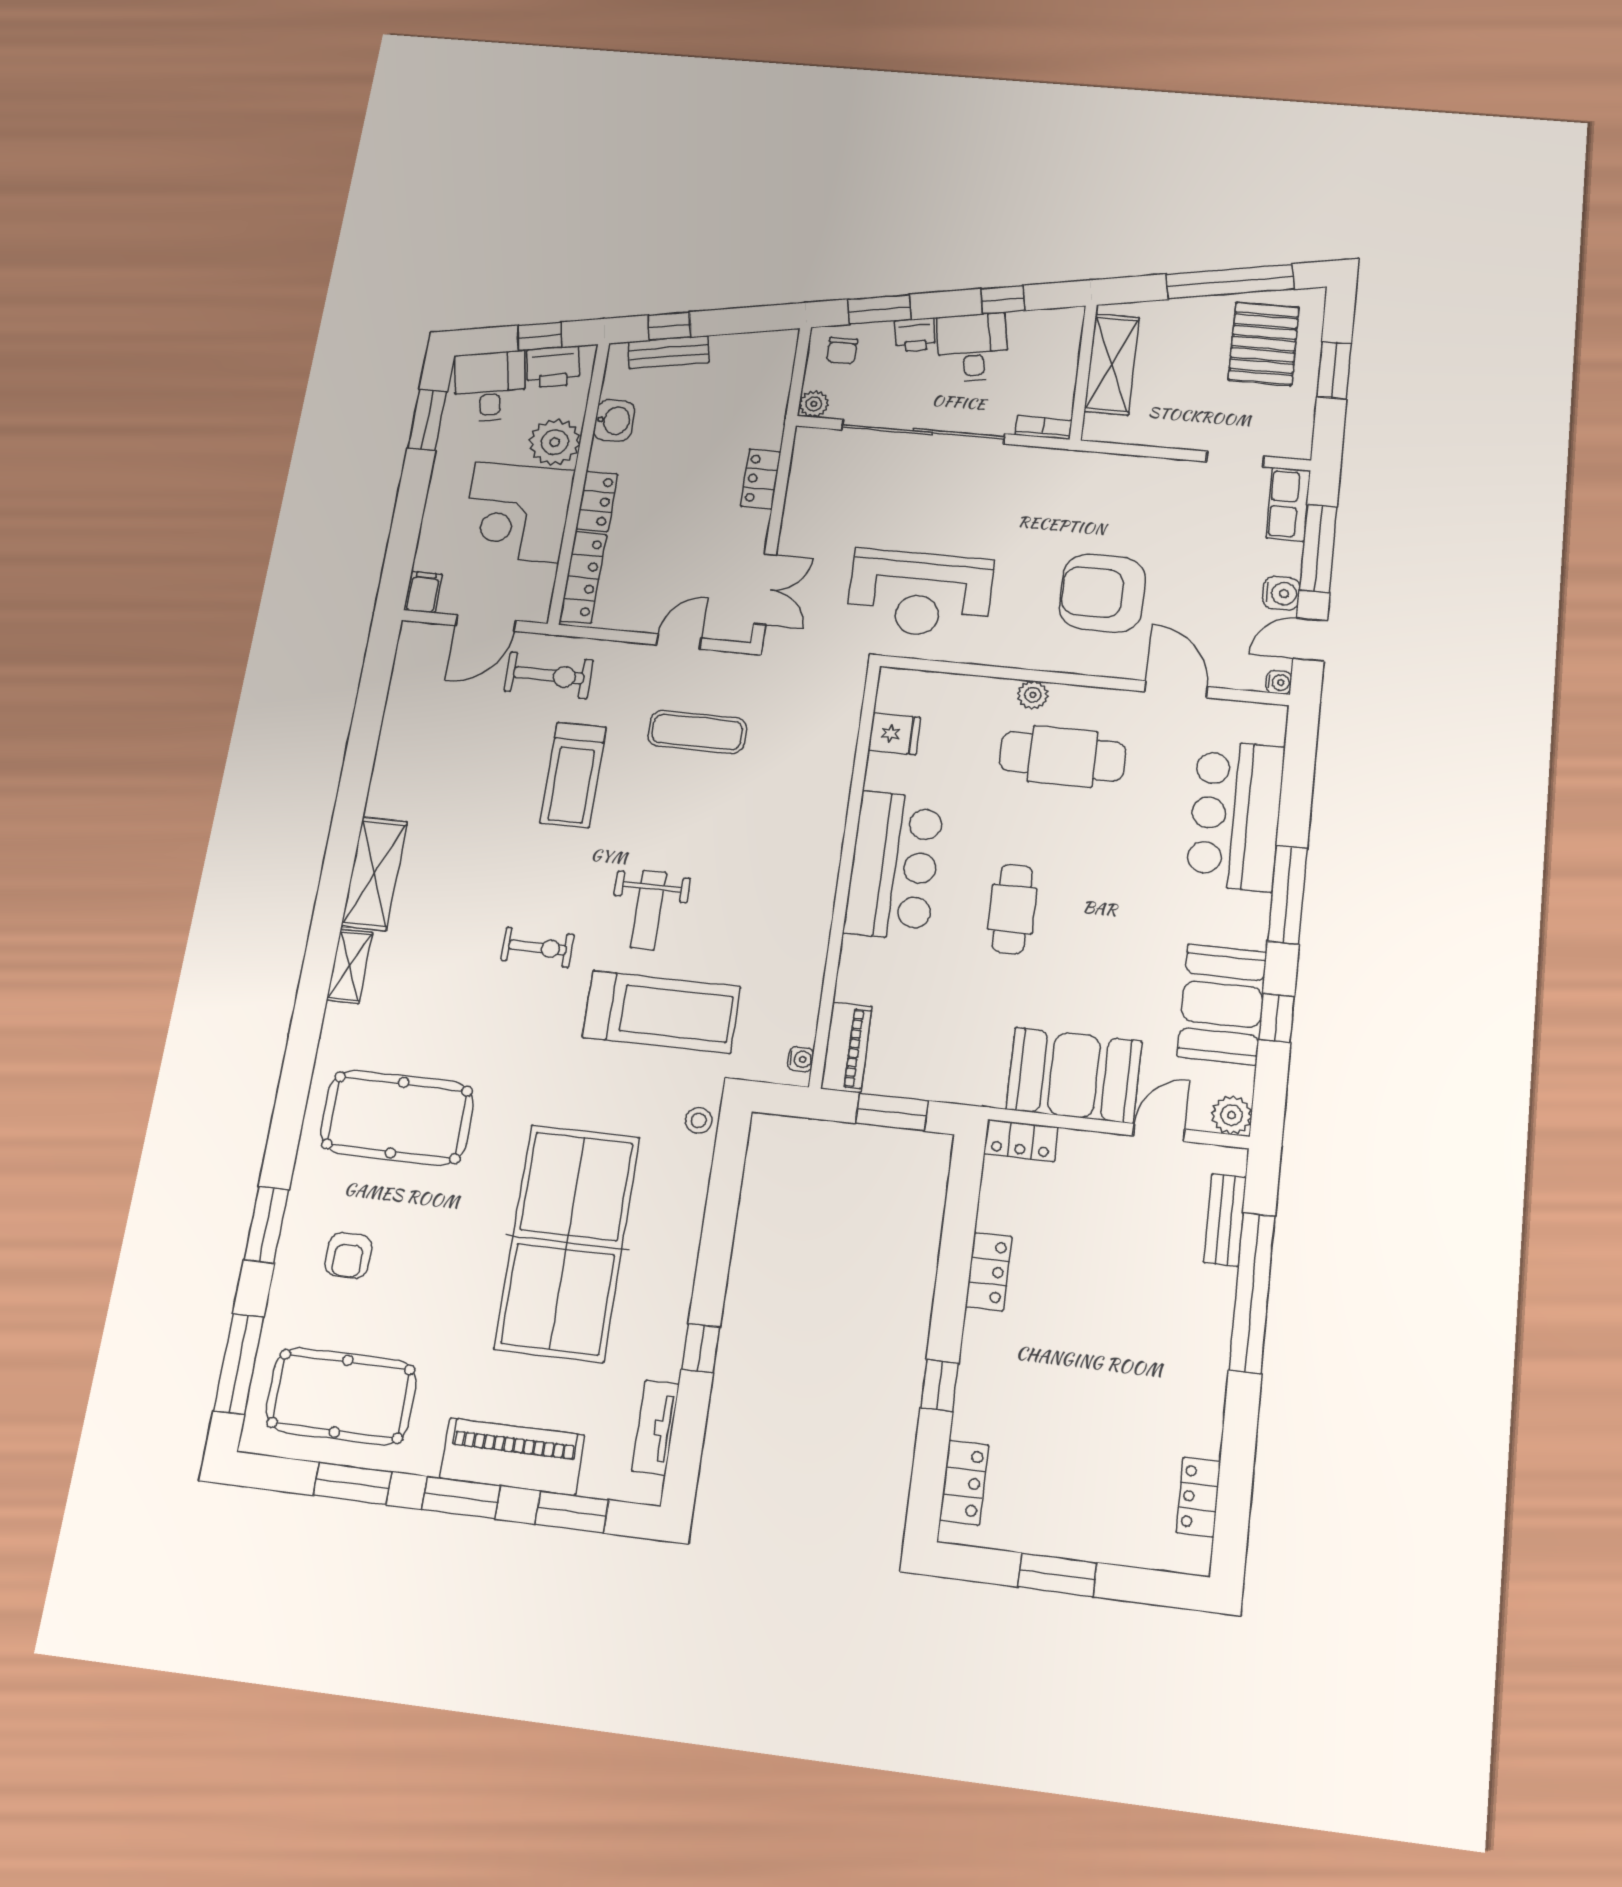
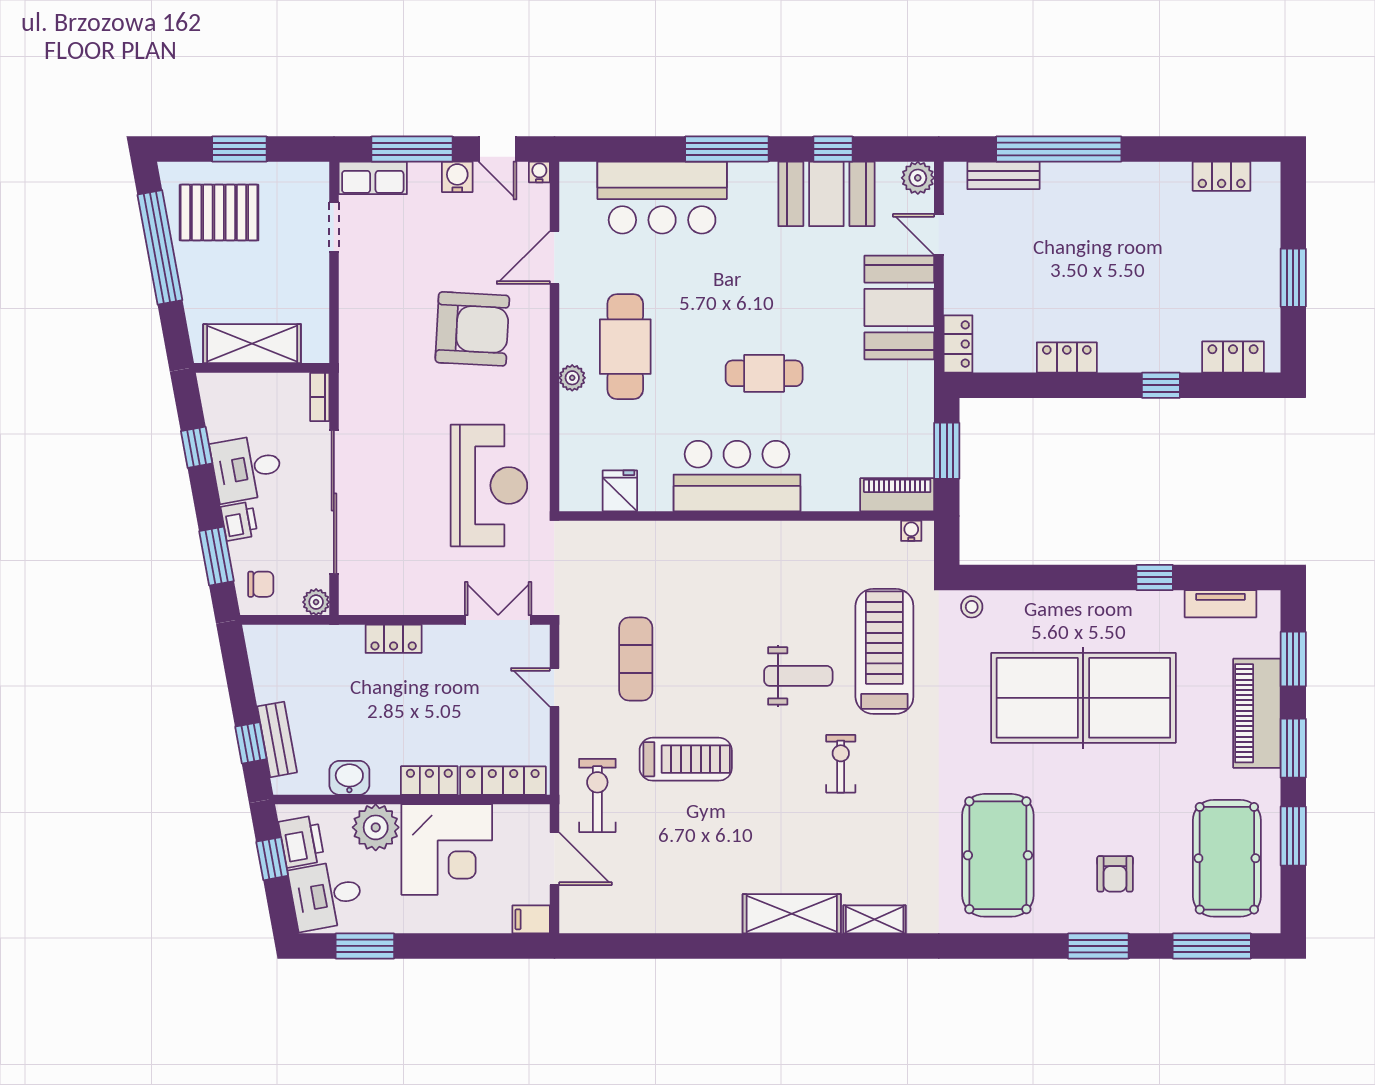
armchair: (1102, 593) -> (472, 329), turned -87
armchair: (348, 1255) -> (1115, 874), turned 90

